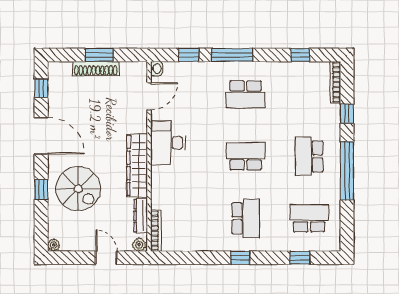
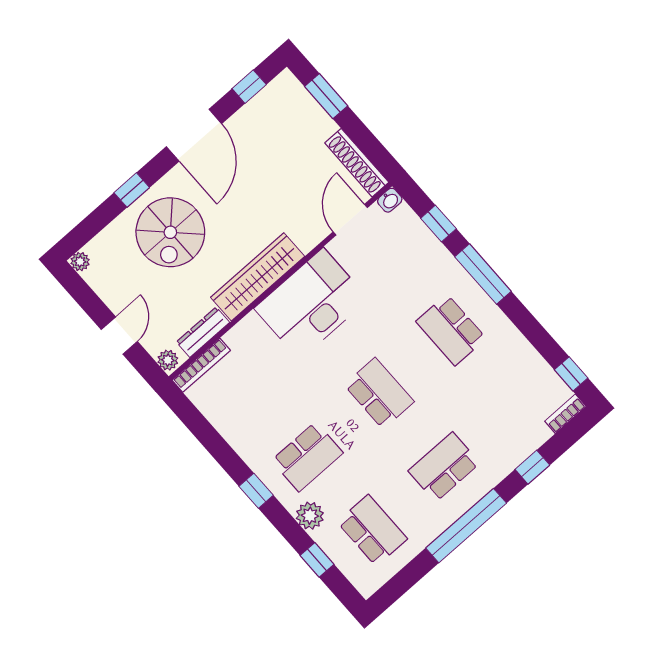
window: (99, 55) -> (326, 96), moved
window: (300, 55) -> (571, 374), moved
shoe rack: (96, 69) -> (357, 163), moved
bookcase: (335, 82) -> (565, 414), width x0.64
door: (149, 96) -> (350, 220), swing flipped
desk: (168, 143) -> (311, 304), width x1.36, depth x1.30
plant: (275, 242) -> (310, 516), added

